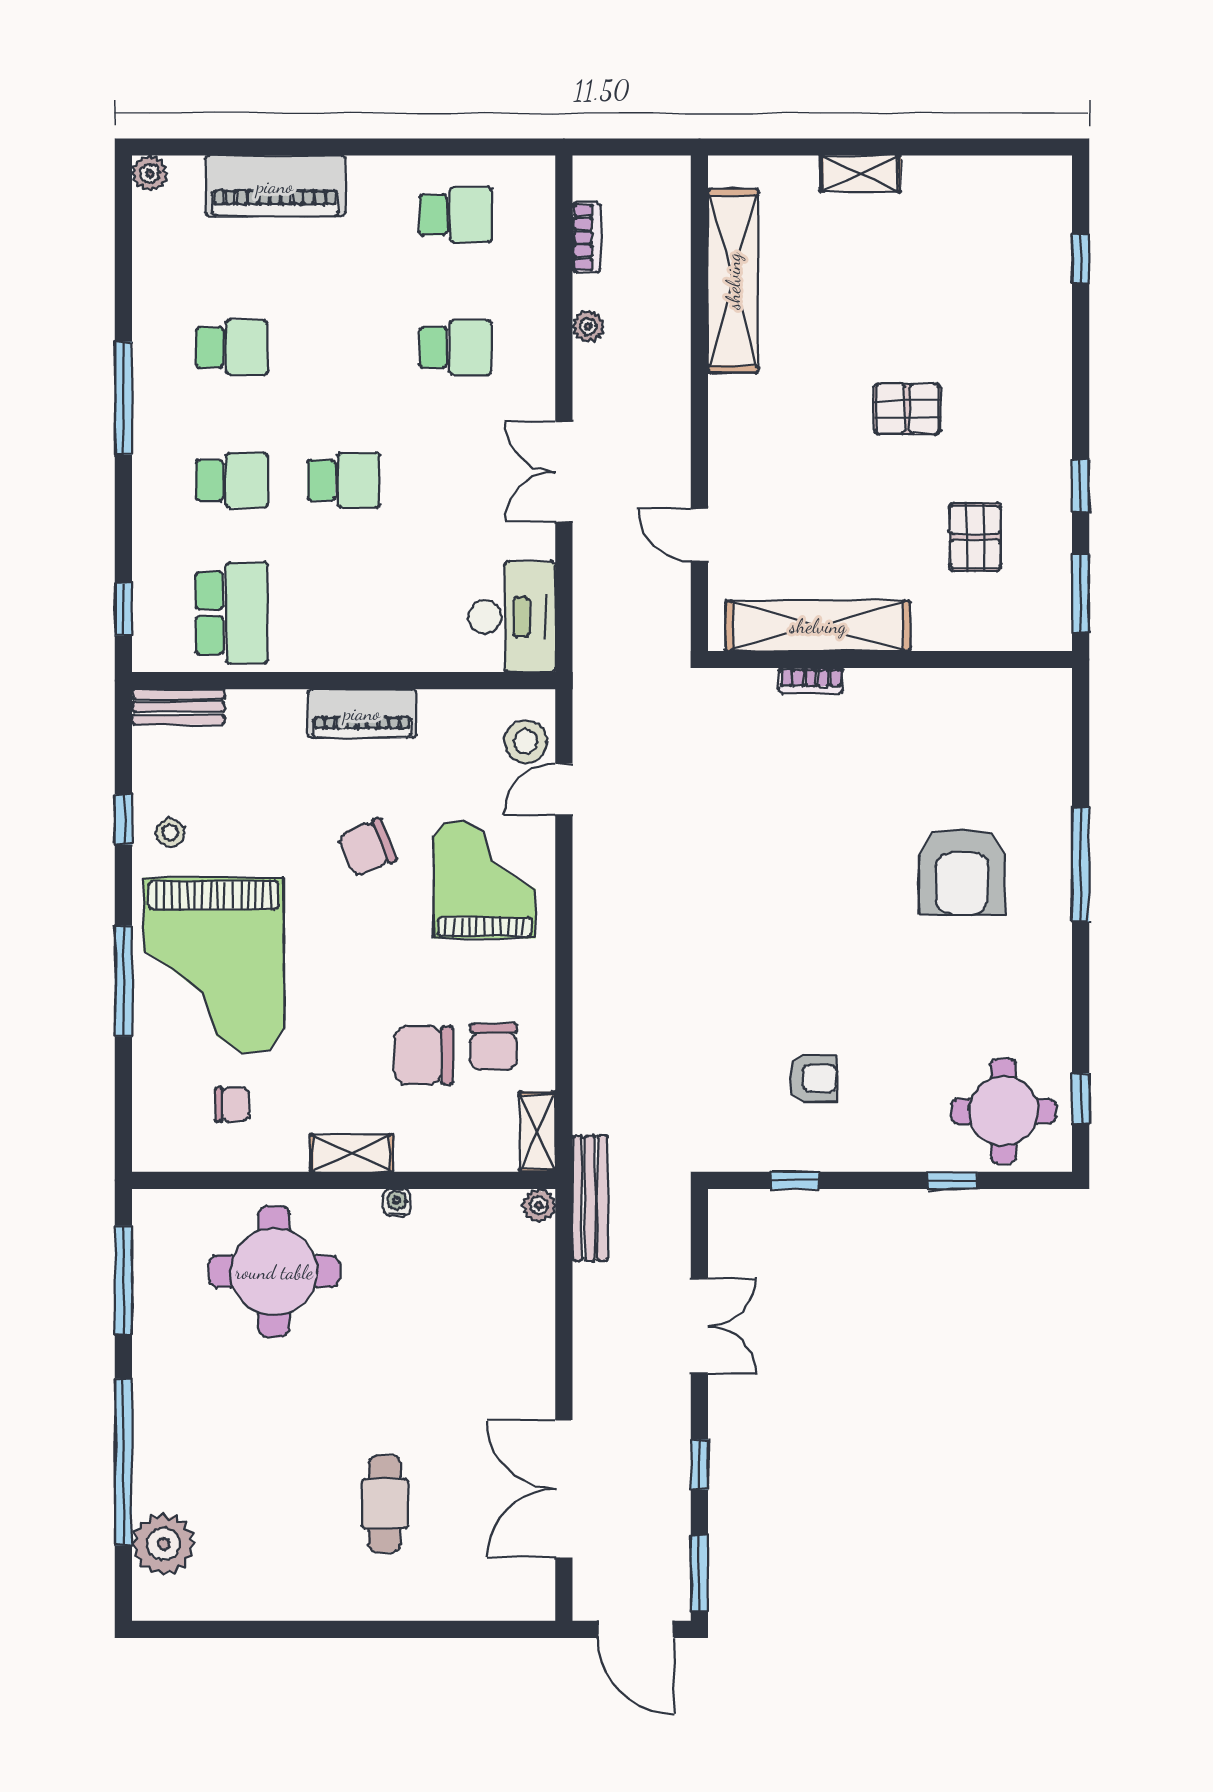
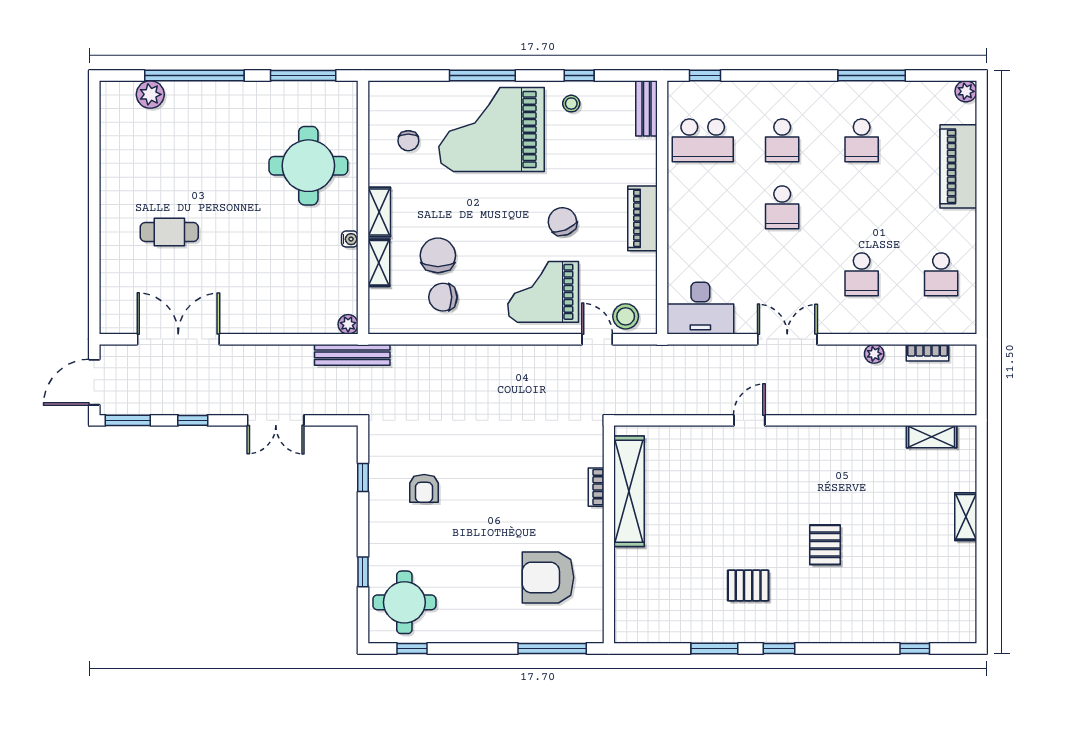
shelving: (733, 281) -> (932, 437), width x0.45, depth x0.75
window: (123, 398) -> (872, 76), moved
shelving: (818, 626) -> (629, 491), moved
wall: (890, 659) -> (609, 534), moved
bookcase: (811, 681) -> (596, 487), moved
grand piano: (485, 880) -> (543, 292), turned 180
shelving: (537, 1132) -> (379, 263), moved, turned 90
plant: (163, 1544) -> (150, 94), width x0.73, depth x0.73

